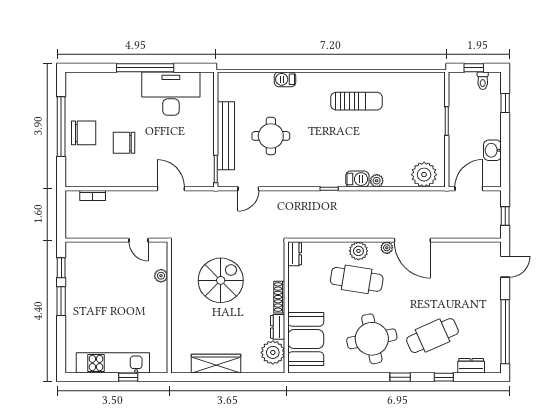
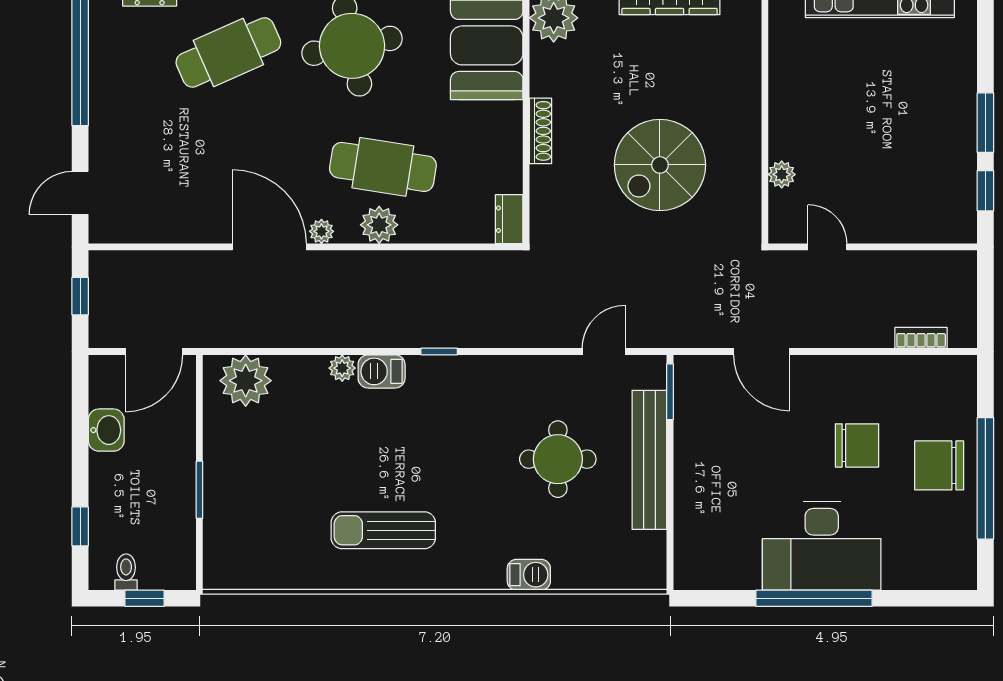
desk: (171, 94) -> (822, 546), moved
dresser: (278, 327) -> (544, 70), removed

